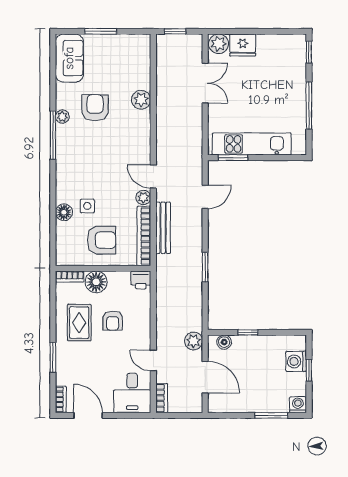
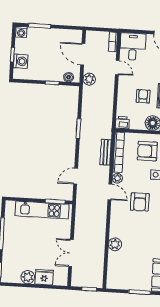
plant: (219, 44) -> (28, 277), moved
armchair: (95, 108) -> (140, 202), moved
bench: (163, 228) -> (106, 152), width x0.73

